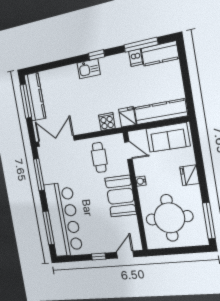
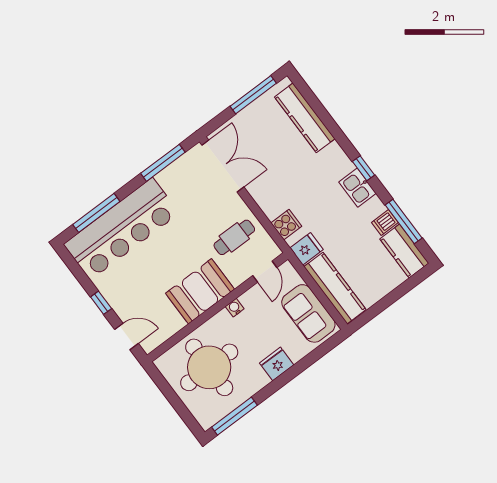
kitchen sink: (89, 69) -> (357, 188), moved
kitchen counter: (35, 97) -> (305, 118), moved, turned 90

